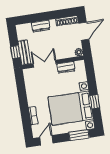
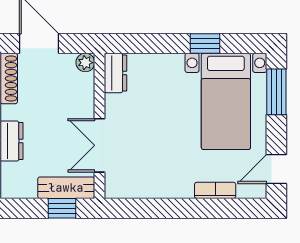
dresser: (66, 67) -> (115, 73), moved
bed with nightstands: (71, 108) -> (226, 101), width x0.73
door: (46, 140) -> (276, 169), hinge flipped

